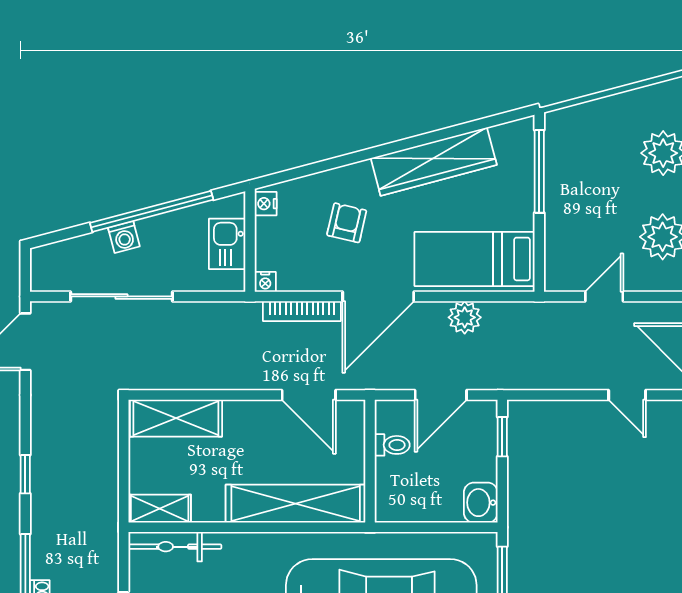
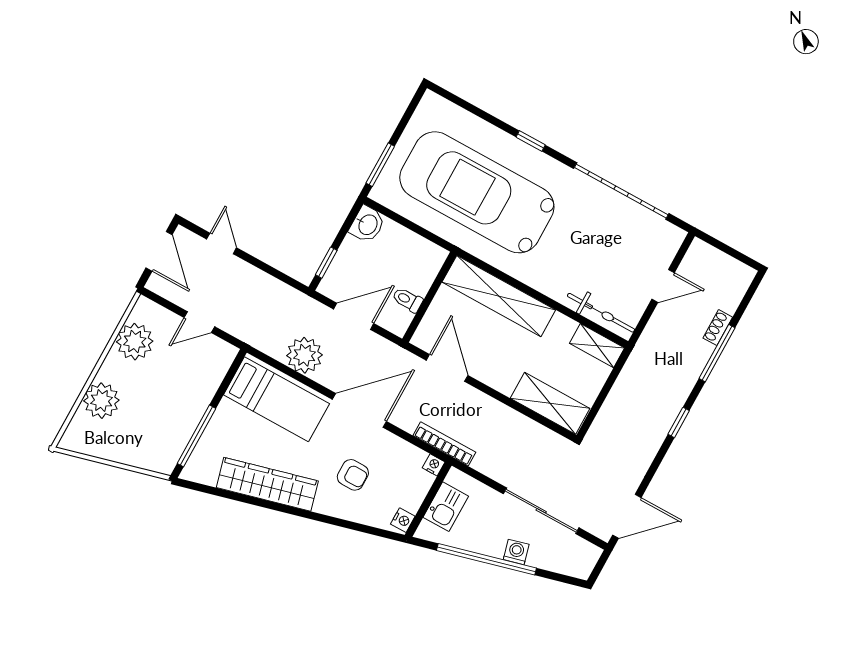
armchair: (347, 223) -> (353, 475), turned -103
bookcase: (302, 311) -> (444, 444), moved
plant: (465, 317) -> (304, 355), width x1.36, depth x1.36

